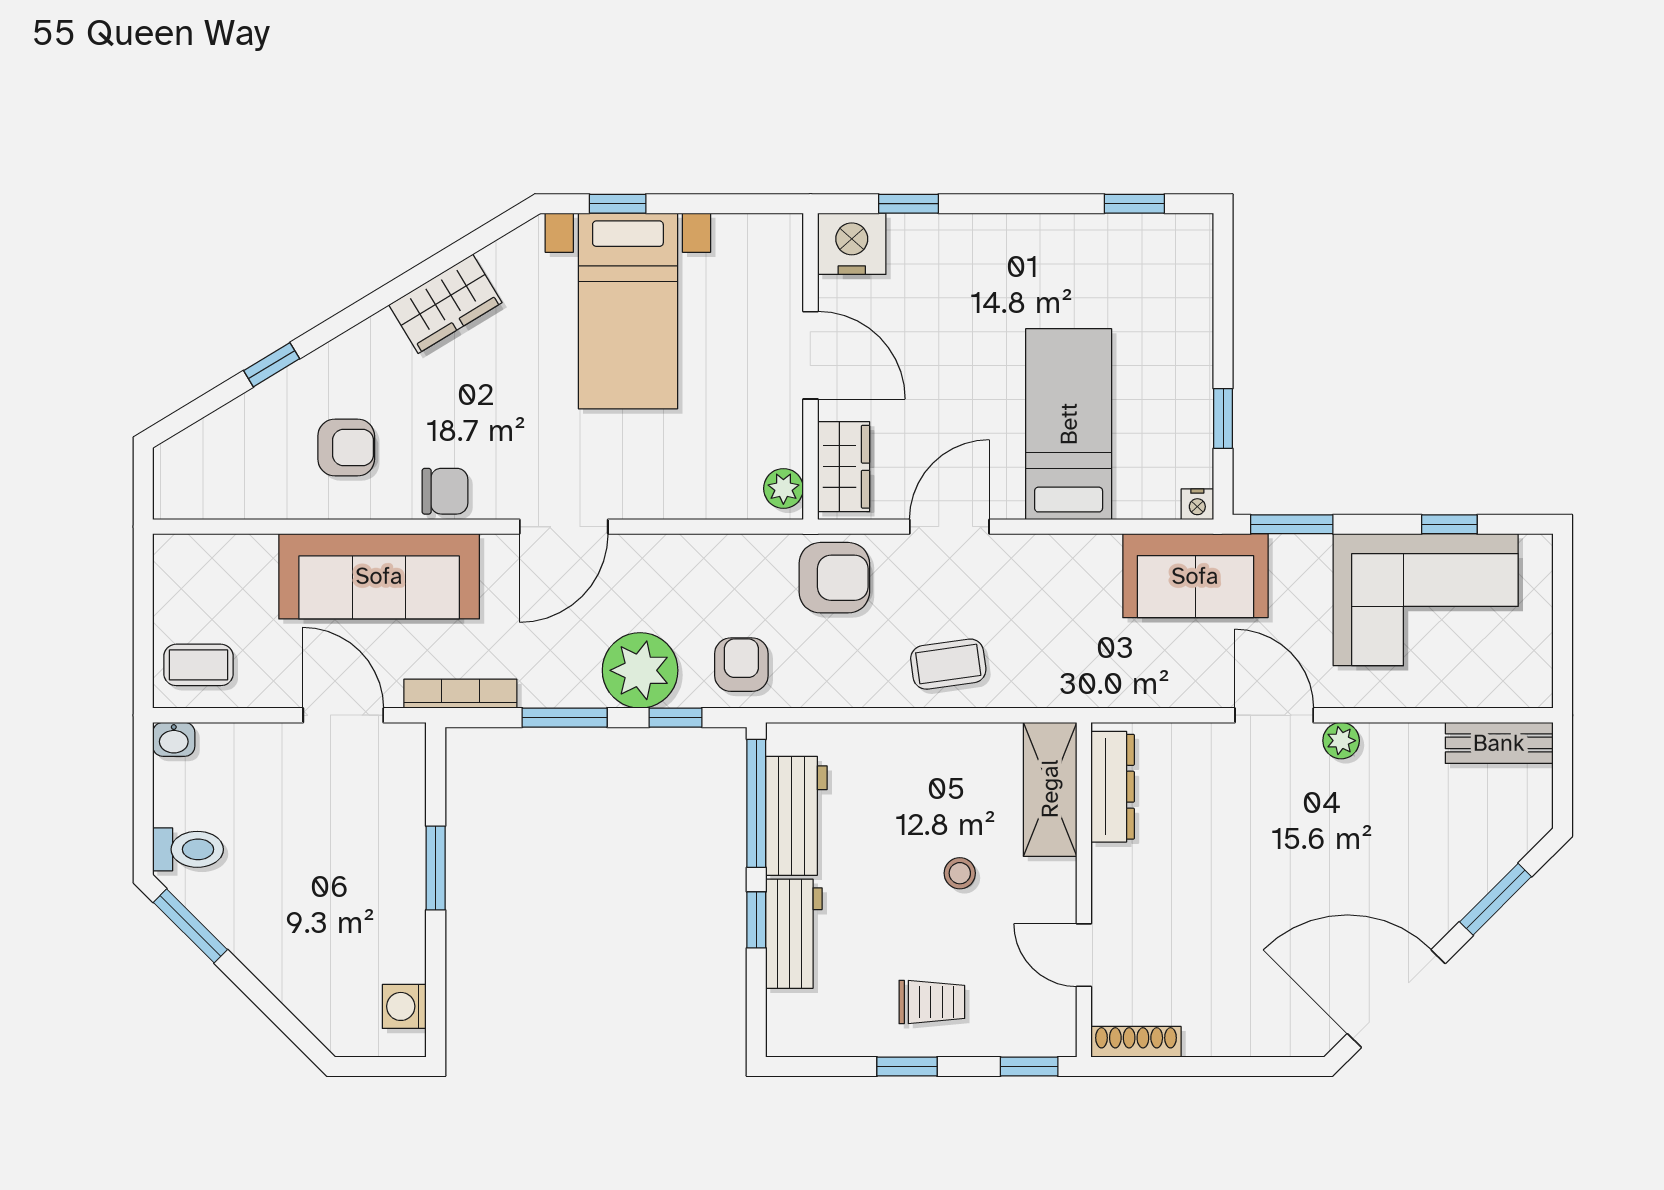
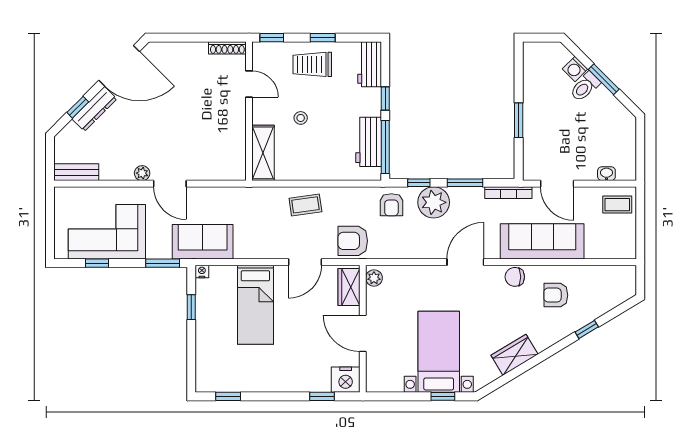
washbasin: (174, 739) -> (606, 174), moved
dresser: (1113, 787) -> (94, 109), moved, turned -135
toilet: (188, 849) -> (585, 87), moved, turned -45
window: (1496, 899) -> (78, 107), width x0.67
window: (190, 926) -> (604, 79), moved
workbench: (794, 934) -> (370, 64), moved
trolley: (932, 1002) -> (312, 64), width x1.36, depth x1.39
washing machine: (404, 1006) -> (575, 69), moved, turned 135

